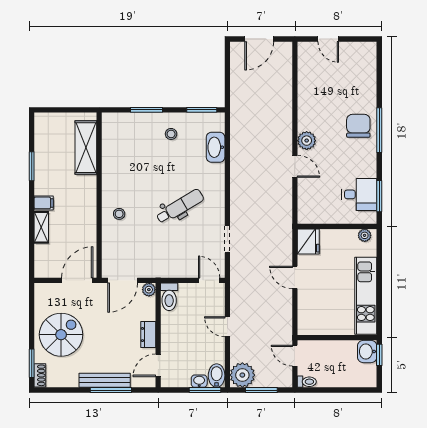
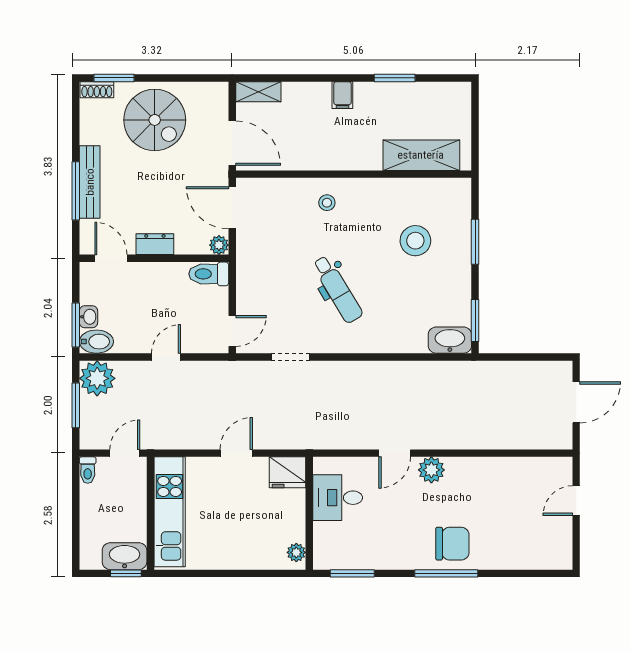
door: (259, 39) -> (576, 402), swing flipped
stool: (171, 134) -> (415, 241), moved, width x1.89, depth x1.89
washbasin: (216, 147) -> (450, 340), moved
desk: (359, 194) -> (338, 498), moved, turned 90
shelving: (41, 227) -> (258, 92), moved
kitchen unit: (366, 296) -> (170, 512), moved, turned 90
washbasin: (367, 351) -> (125, 556), width x1.38

